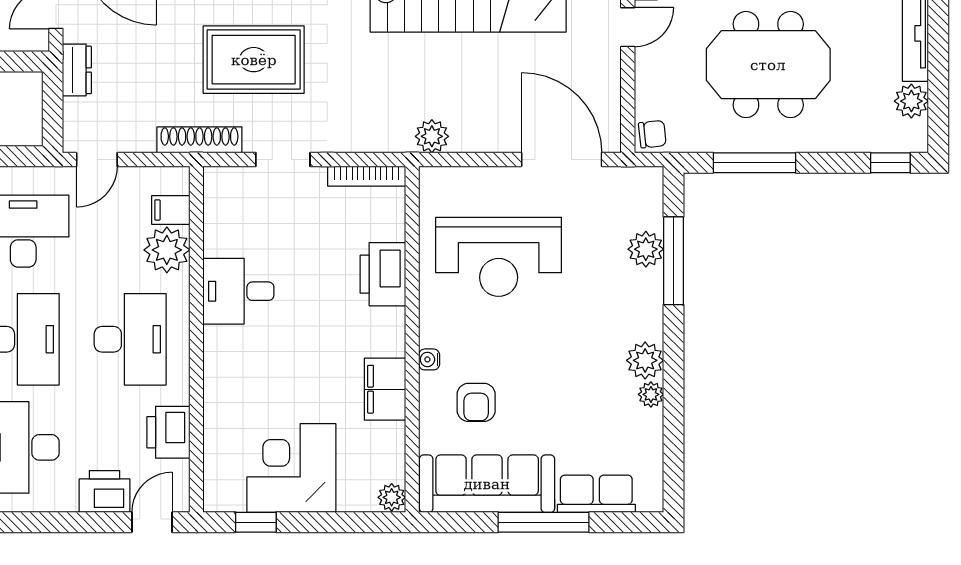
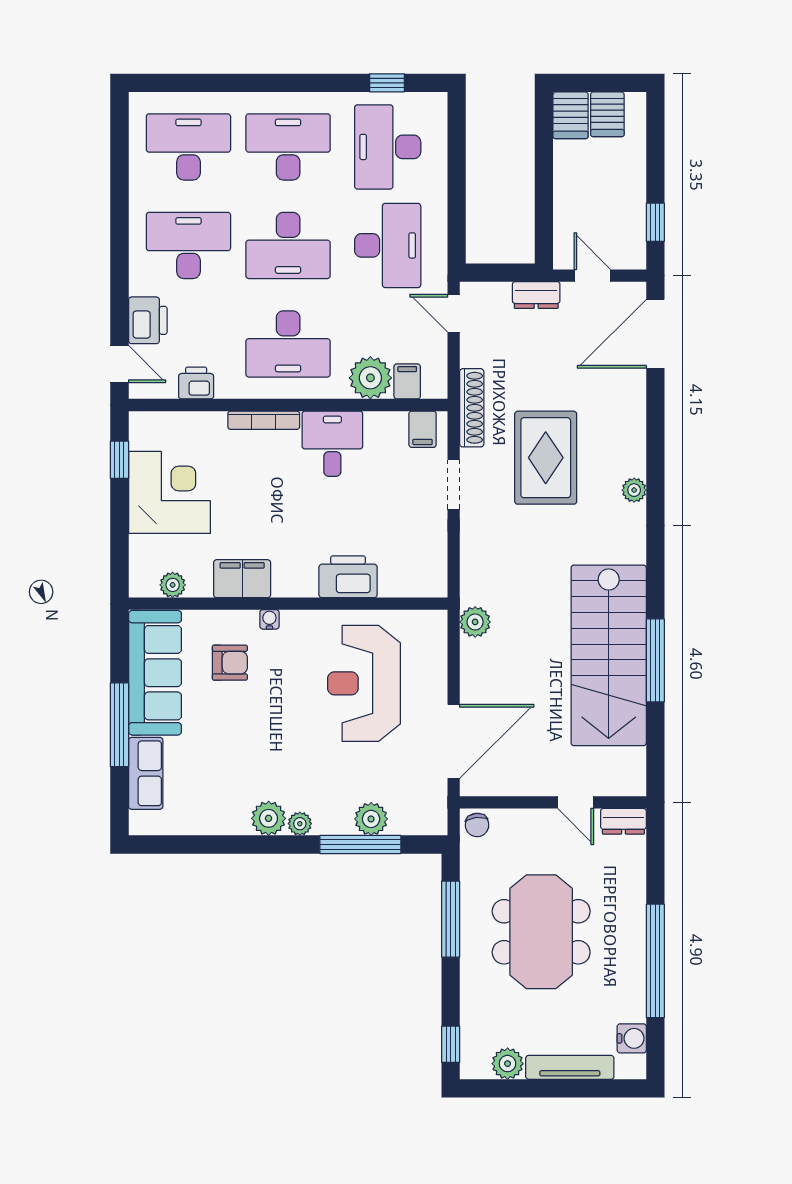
bookcase: (367, 176) -> (264, 420), moved, turned -90
filing cabinet: (223, 193) -> (423, 429), added
plant: (651, 394) -> (300, 824), moved
armchair: (476, 402) -> (230, 663), turned 180
printer: (168, 432) -> (196, 383), width x0.73, depth x0.81
plant: (392, 497) -> (173, 585), moved

